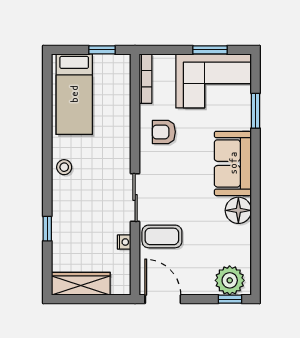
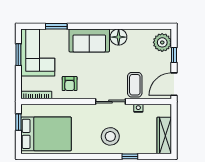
bed: (74, 94) -> (46, 134), width x1.50
stool: (64, 167) -> (110, 136), moved, width x1.89, depth x1.89
window: (230, 299) -> (174, 55), moved

